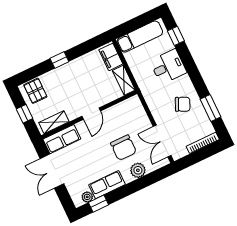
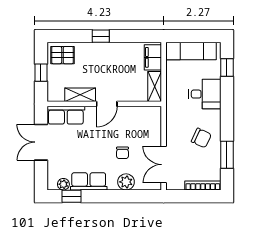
pallet: (35, 91) -> (62, 55), turned 90
shelving: (54, 122) -> (80, 95), moved
chair: (124, 148) -> (122, 153), width x0.54, depth x0.54

